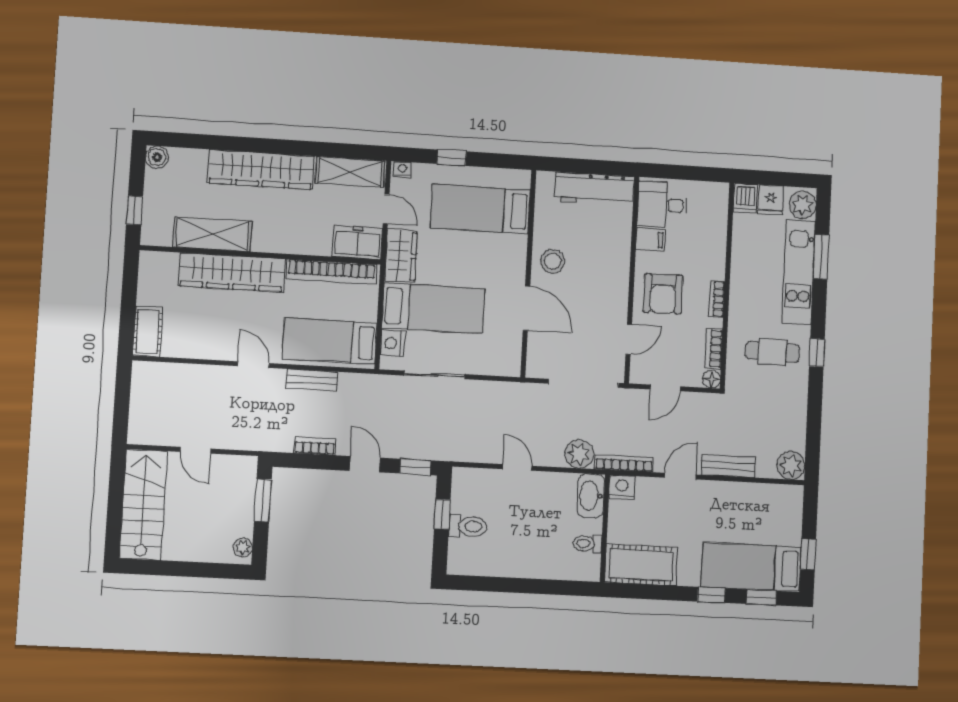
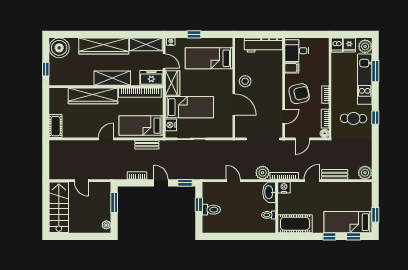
boiler: (157, 157) -> (59, 48), width x1.86, depth x1.86
shelving: (212, 234) -> (112, 78), moved
armchair: (663, 294) -> (299, 94), turned -103
door: (253, 365) -> (106, 139), hinge flipped
bench: (312, 380) -> (147, 145), moved

